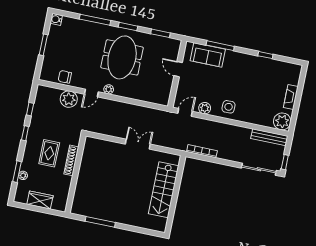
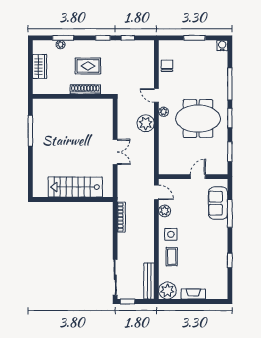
plant: (69, 99) -> (146, 123), moved
coffee table: (250, 110) -> (172, 257), added

